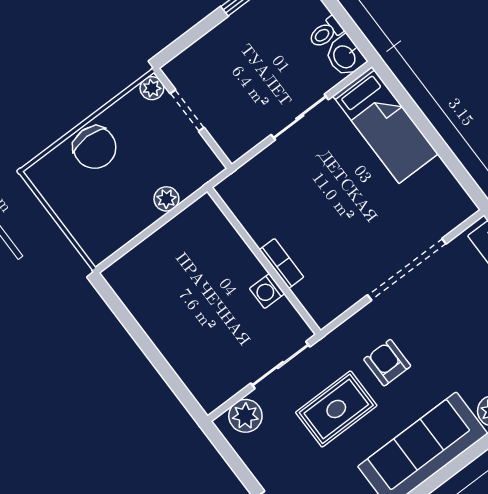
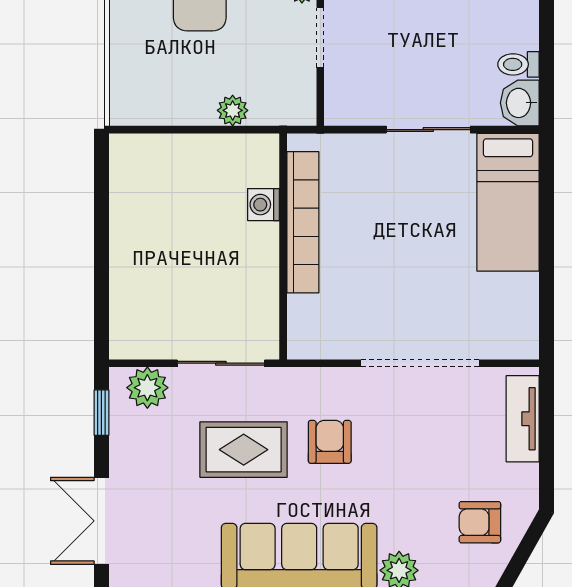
bookcase: (282, 263) -> (303, 222), width x2.31, depth x1.31
washing machine: (267, 291) -> (263, 205), moved
window: (228, 454) -> (101, 413), added

